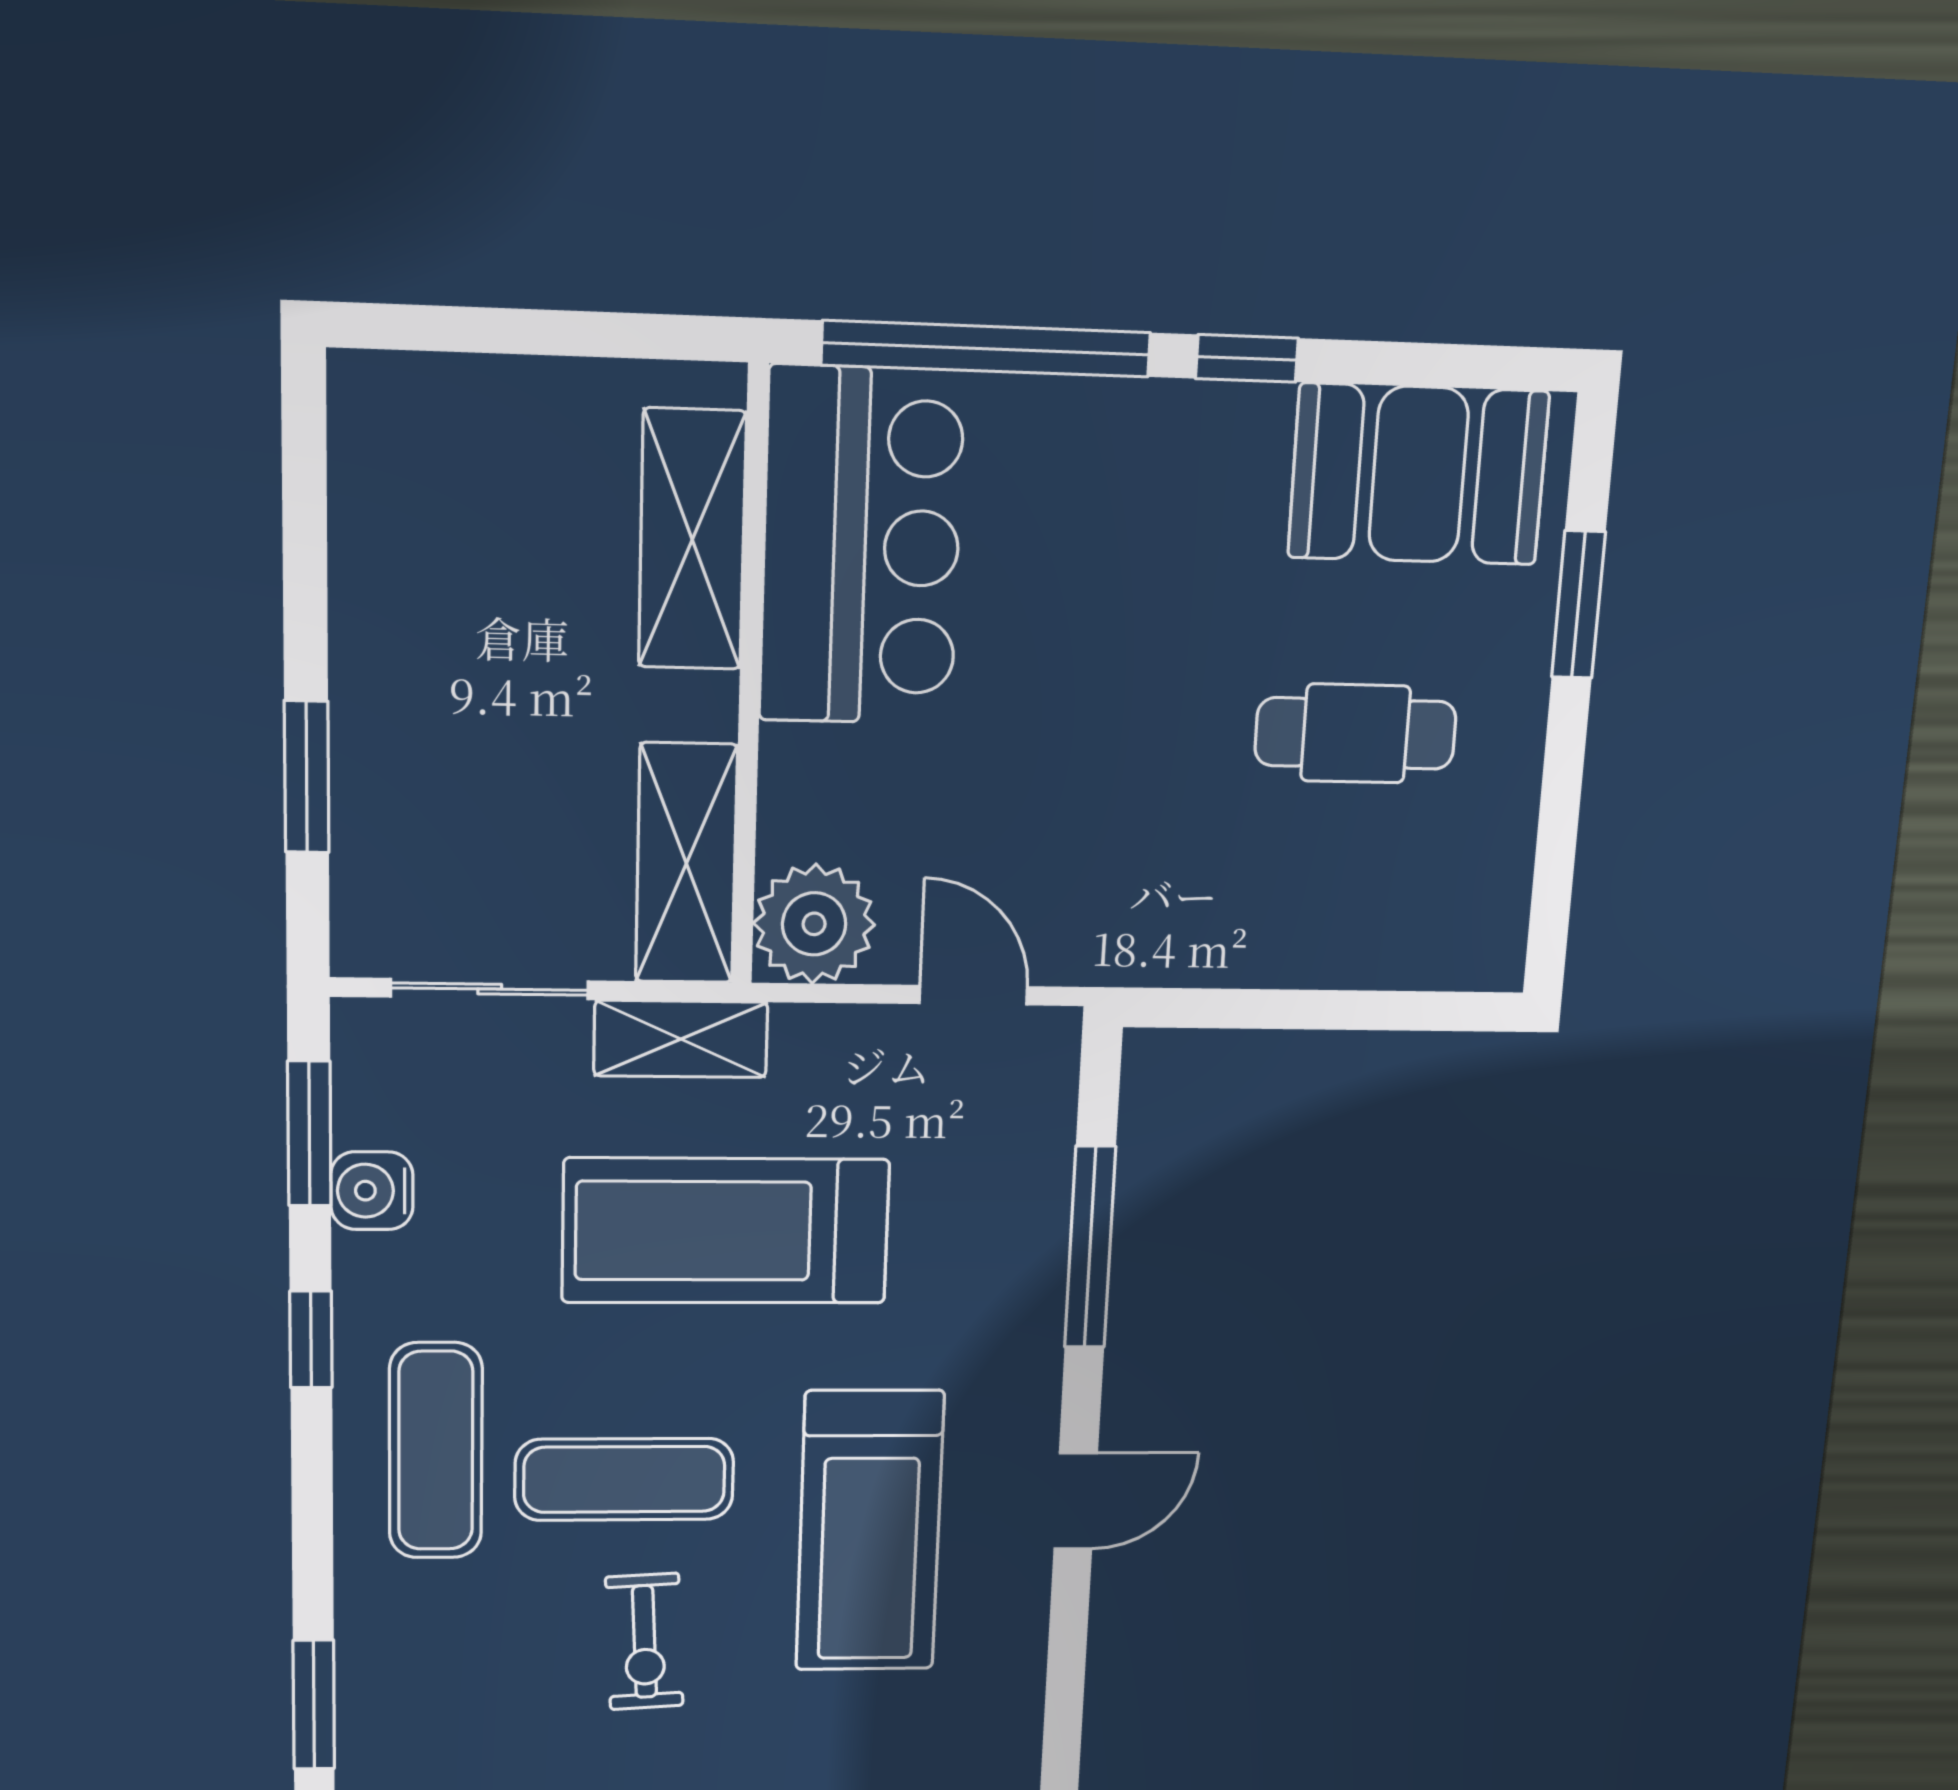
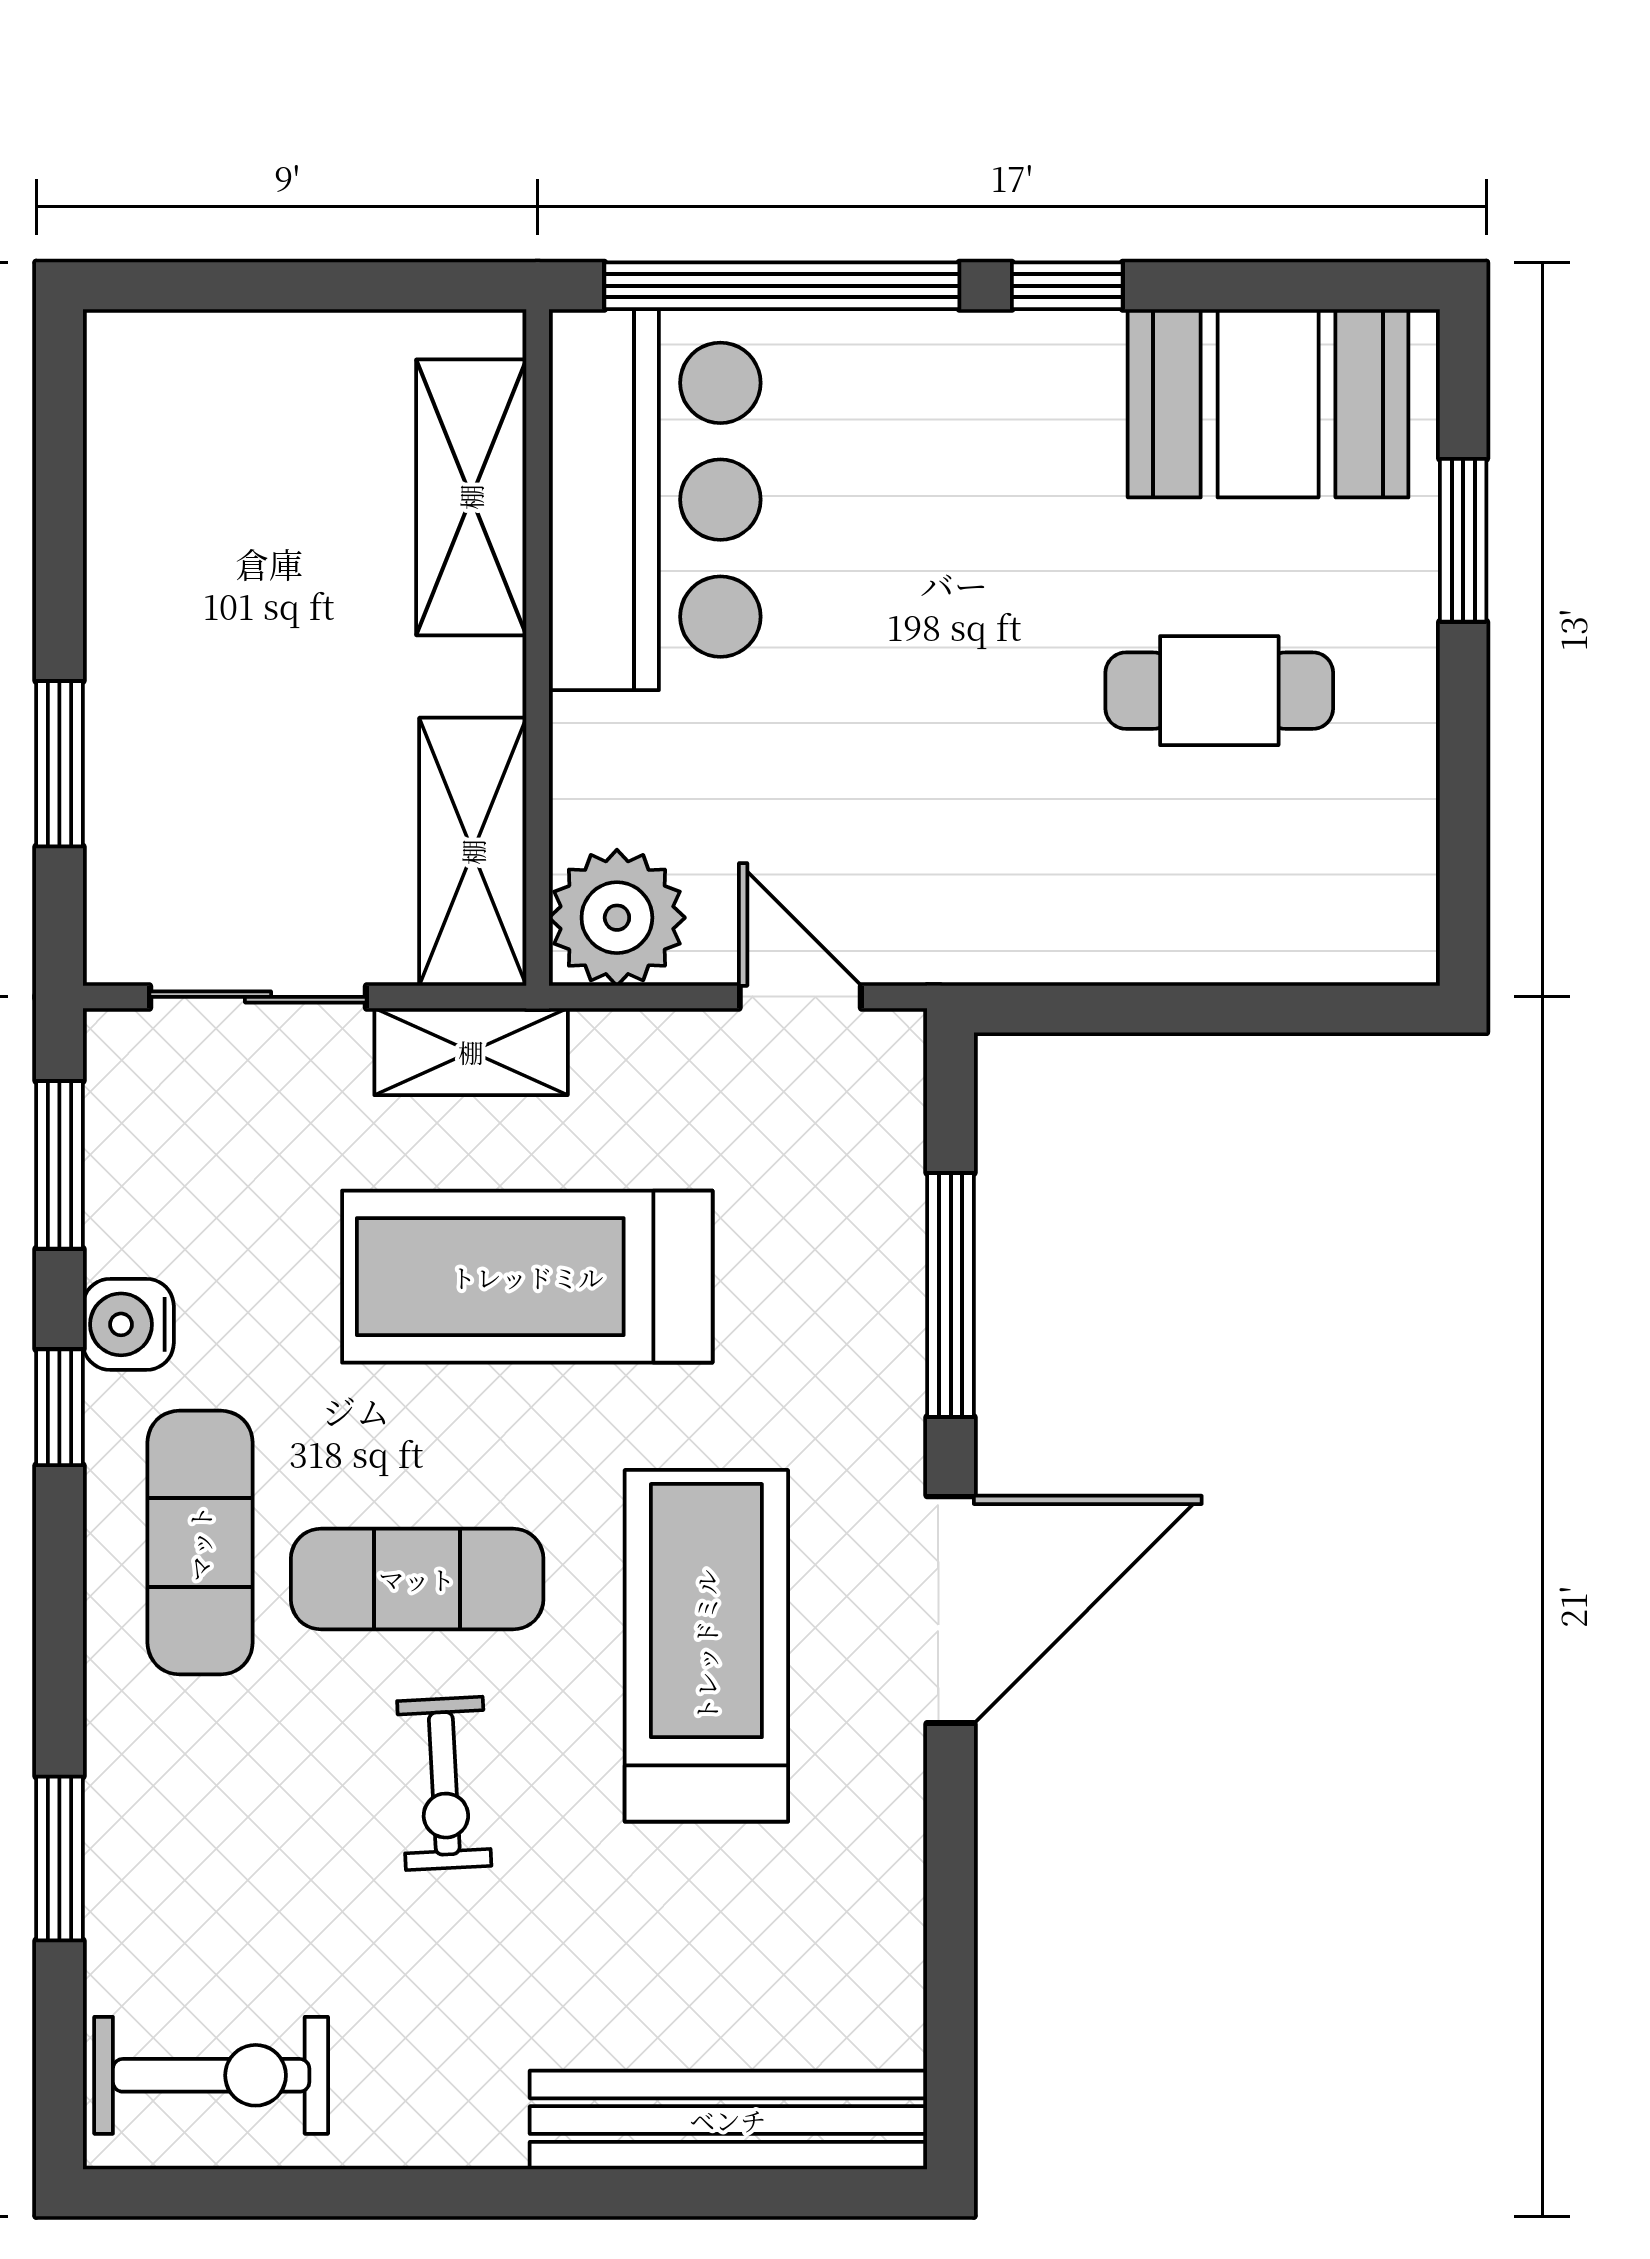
water cooler: (372, 1191) -> (128, 1324), moved
door: (1076, 1501) -> (951, 1610), width x1.88
treadmill: (870, 1531) -> (706, 1646), turned 180

